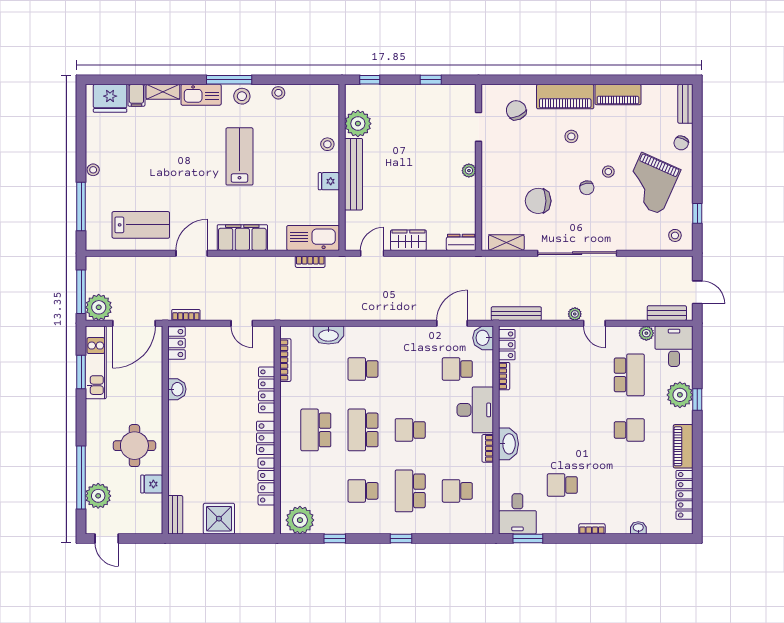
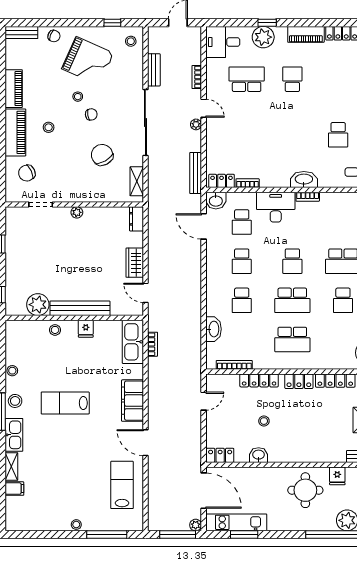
fridge: (110, 98) -> (17, 510), removed
chair: (538, 201) -> (102, 155), turned 151
plant: (99, 307) -> (196, 525), width x0.53, depth x0.53
bench: (667, 313) -> (154, 70), moved
bookcase: (186, 315) -> (197, 77), moved
door: (594, 323) -> (204, 108), hinge flipped
plant: (646, 333) -> (212, 65), removed
stool: (218, 396) -> (264, 421), added
school desk: (457, 491) -> (242, 261), moved

